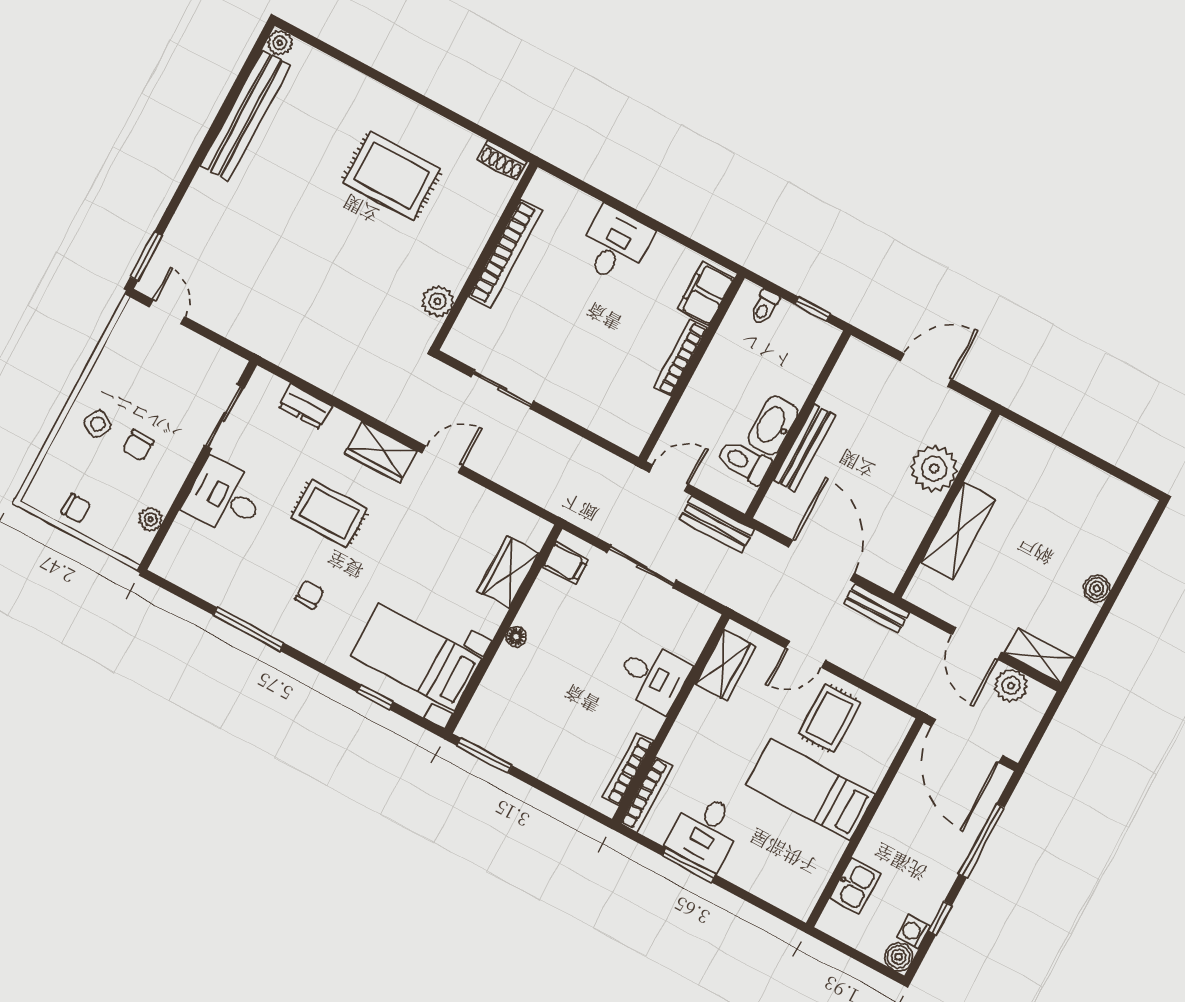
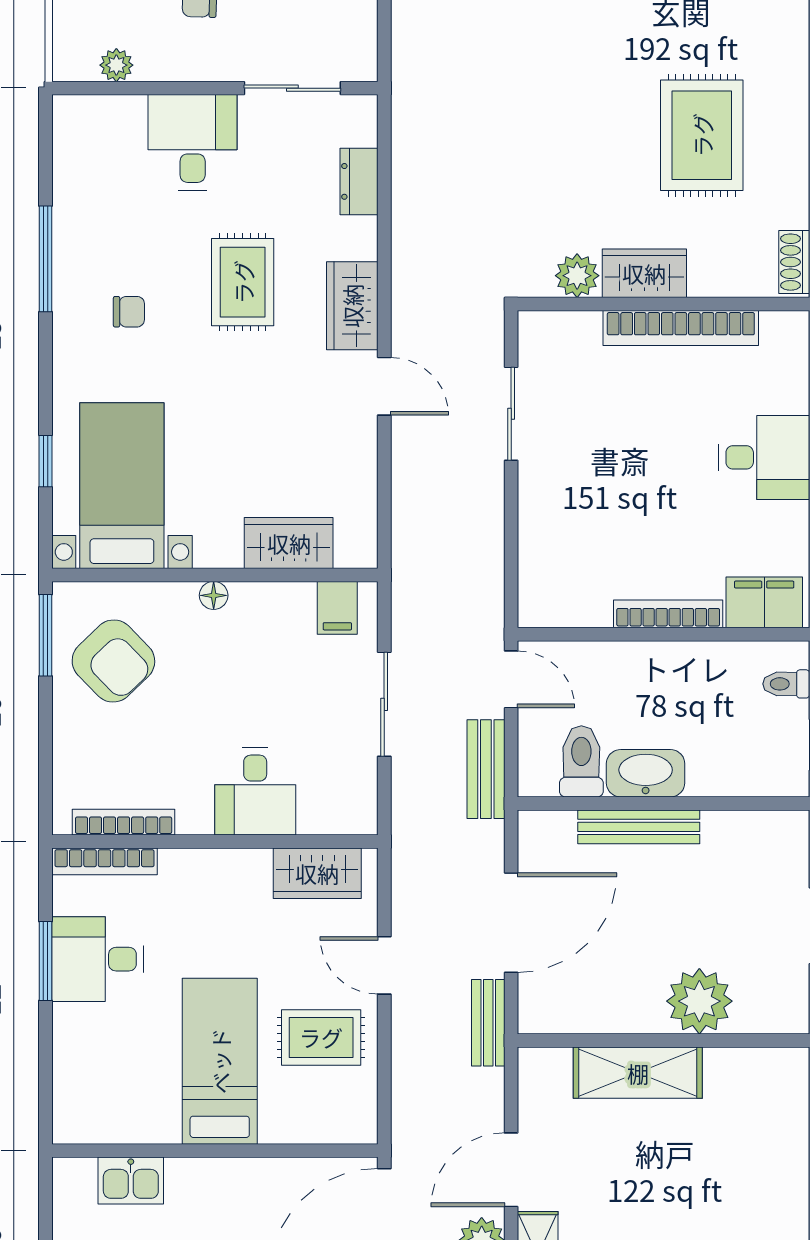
wardrobe: (459, 258) -> (644, 273), added
armchair: (524, 722) -> (113, 661), added

